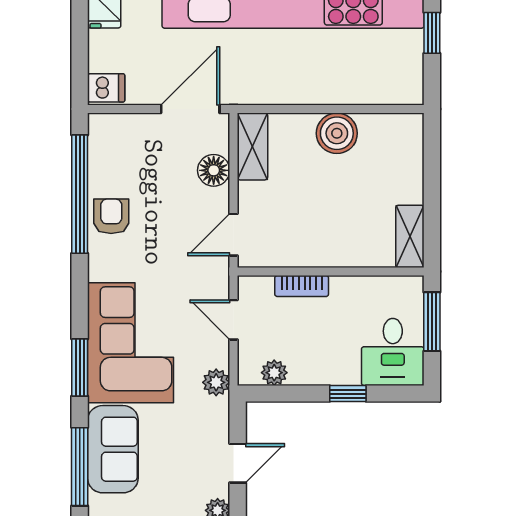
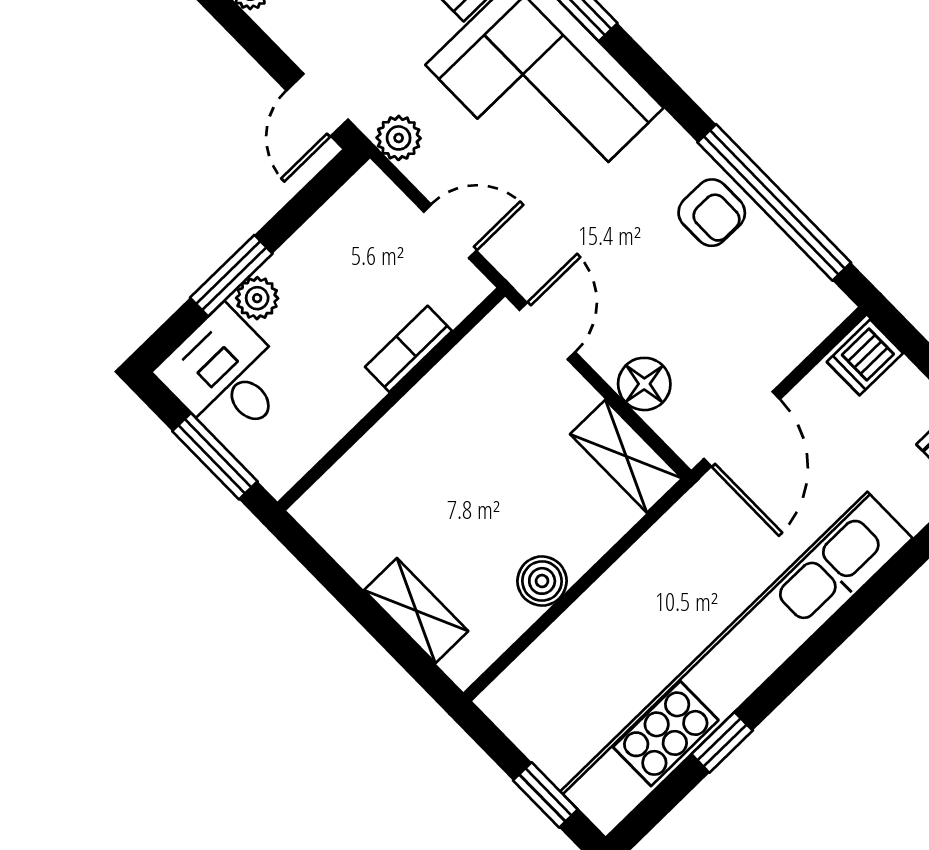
boiler: (337, 133) -> (542, 581), width x0.73, depth x0.73
shelving: (410, 236) -> (416, 611), moved
plant: (274, 373) -> (257, 298), moved
window: (348, 394) -> (231, 276), width x1.50
door: (238, 463) -> (317, 105), moved

